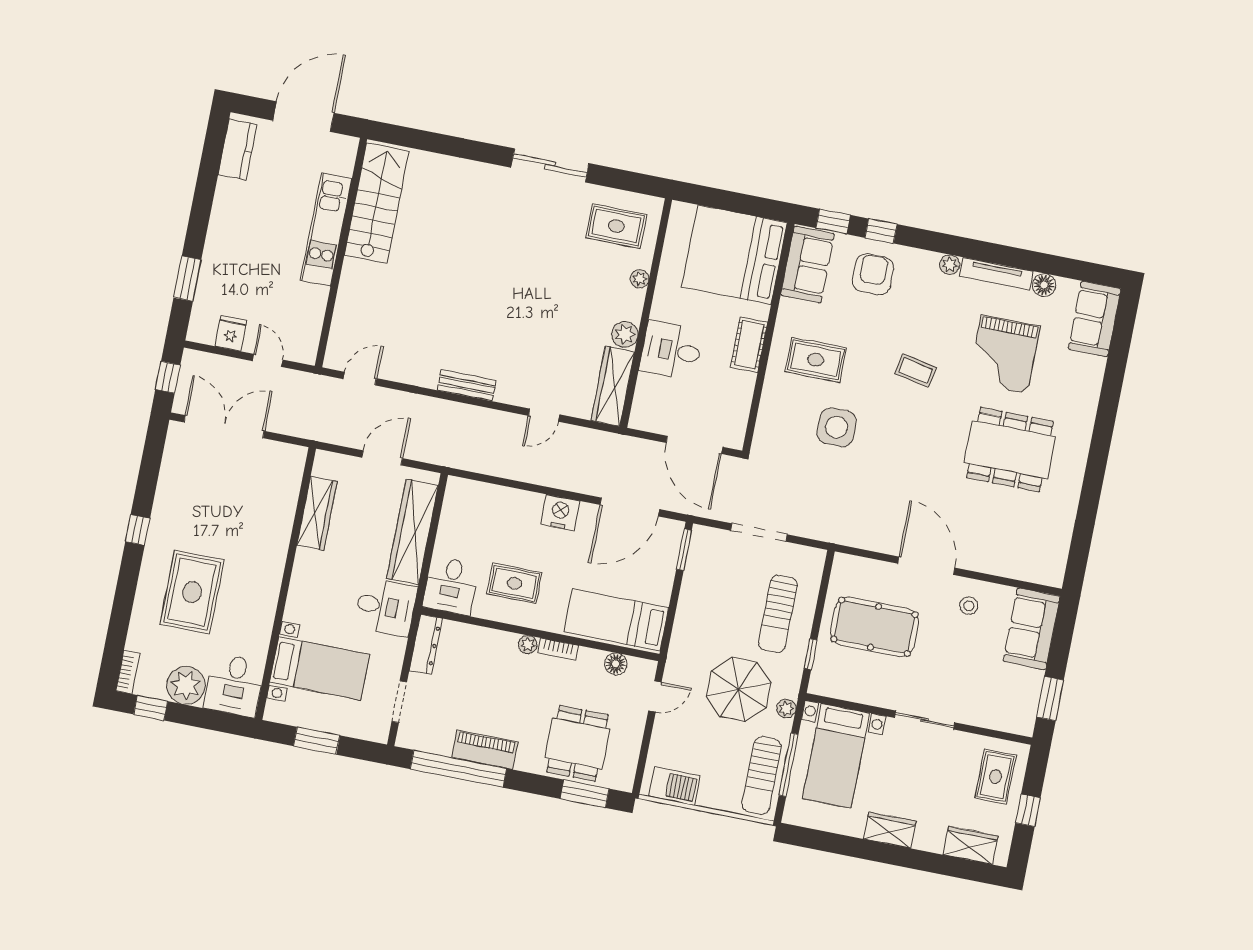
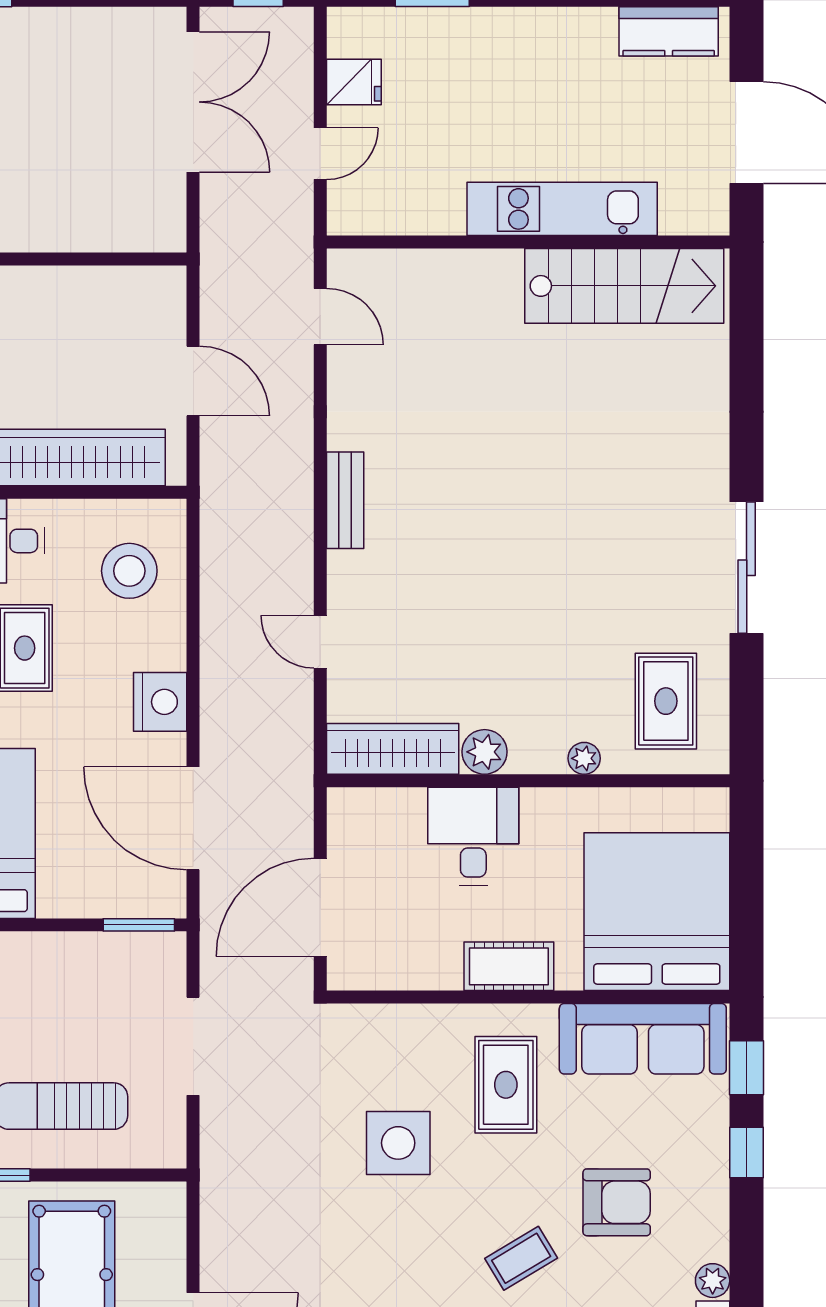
sofa: (807, 264) -> (643, 1039), width x1.36
armchair: (873, 274) -> (617, 1202), moved
coffee table: (916, 371) -> (521, 1258), turned 48
wardrobe: (317, 513) -> (77, 289), removed
stool: (482, 515) -> (129, 571), added

